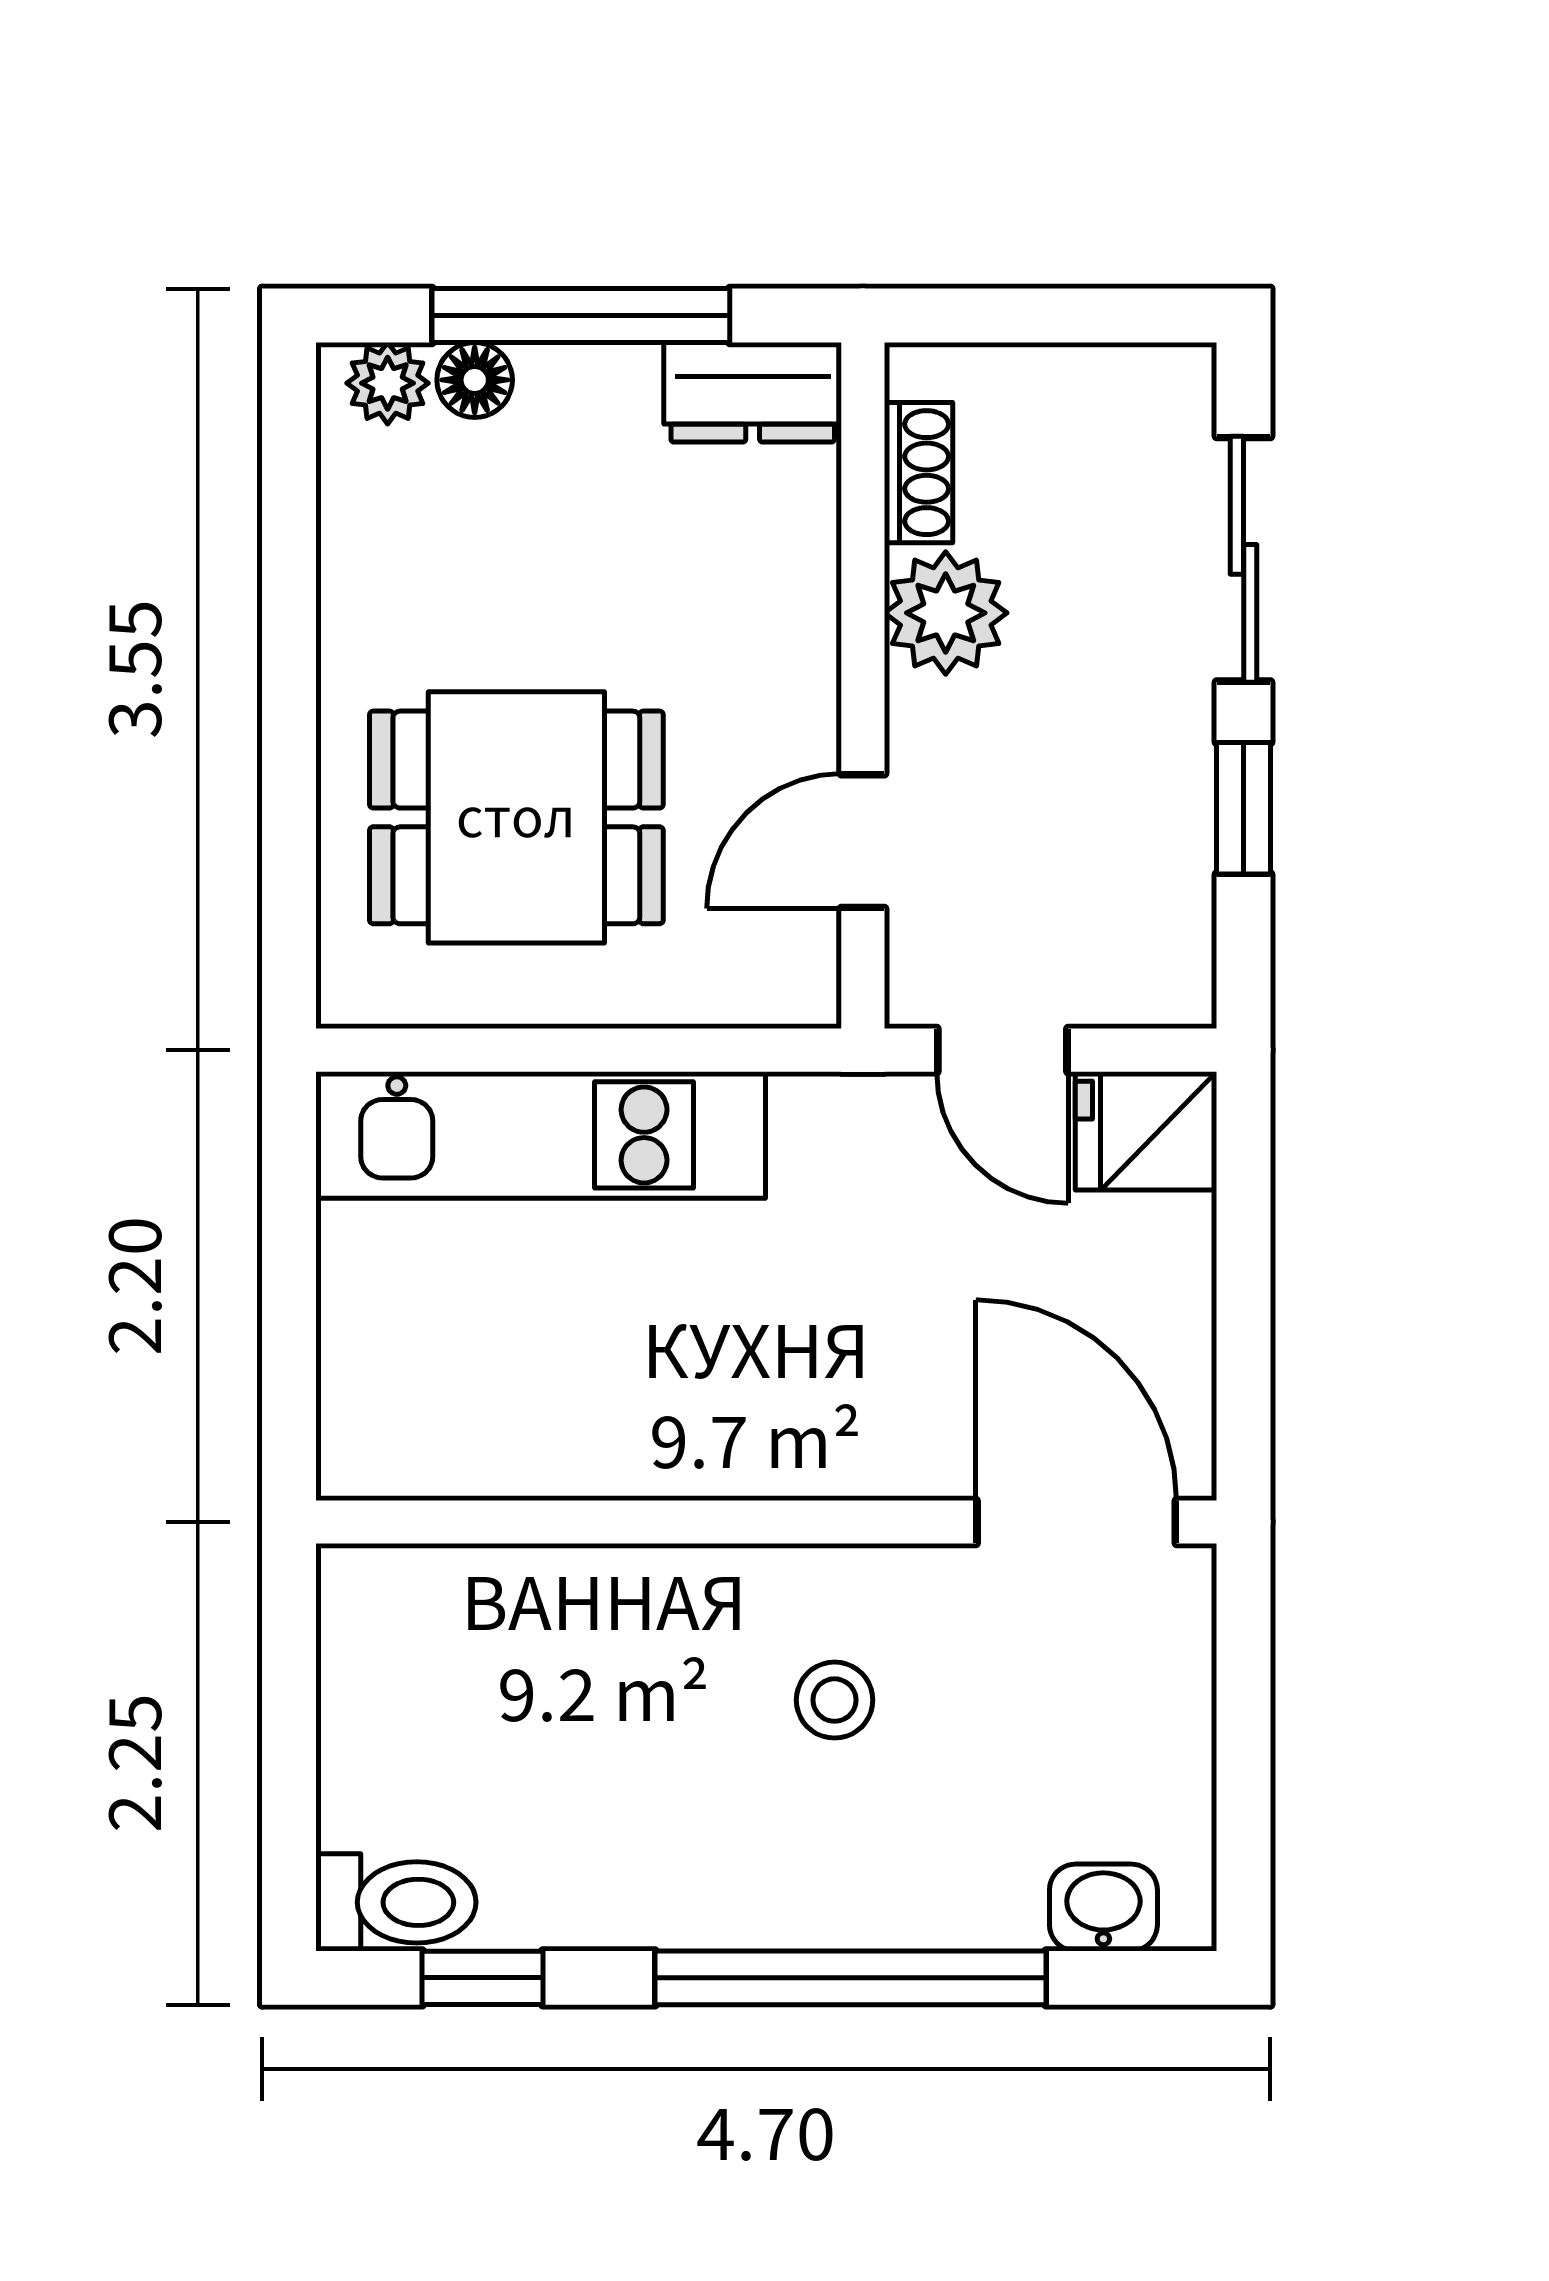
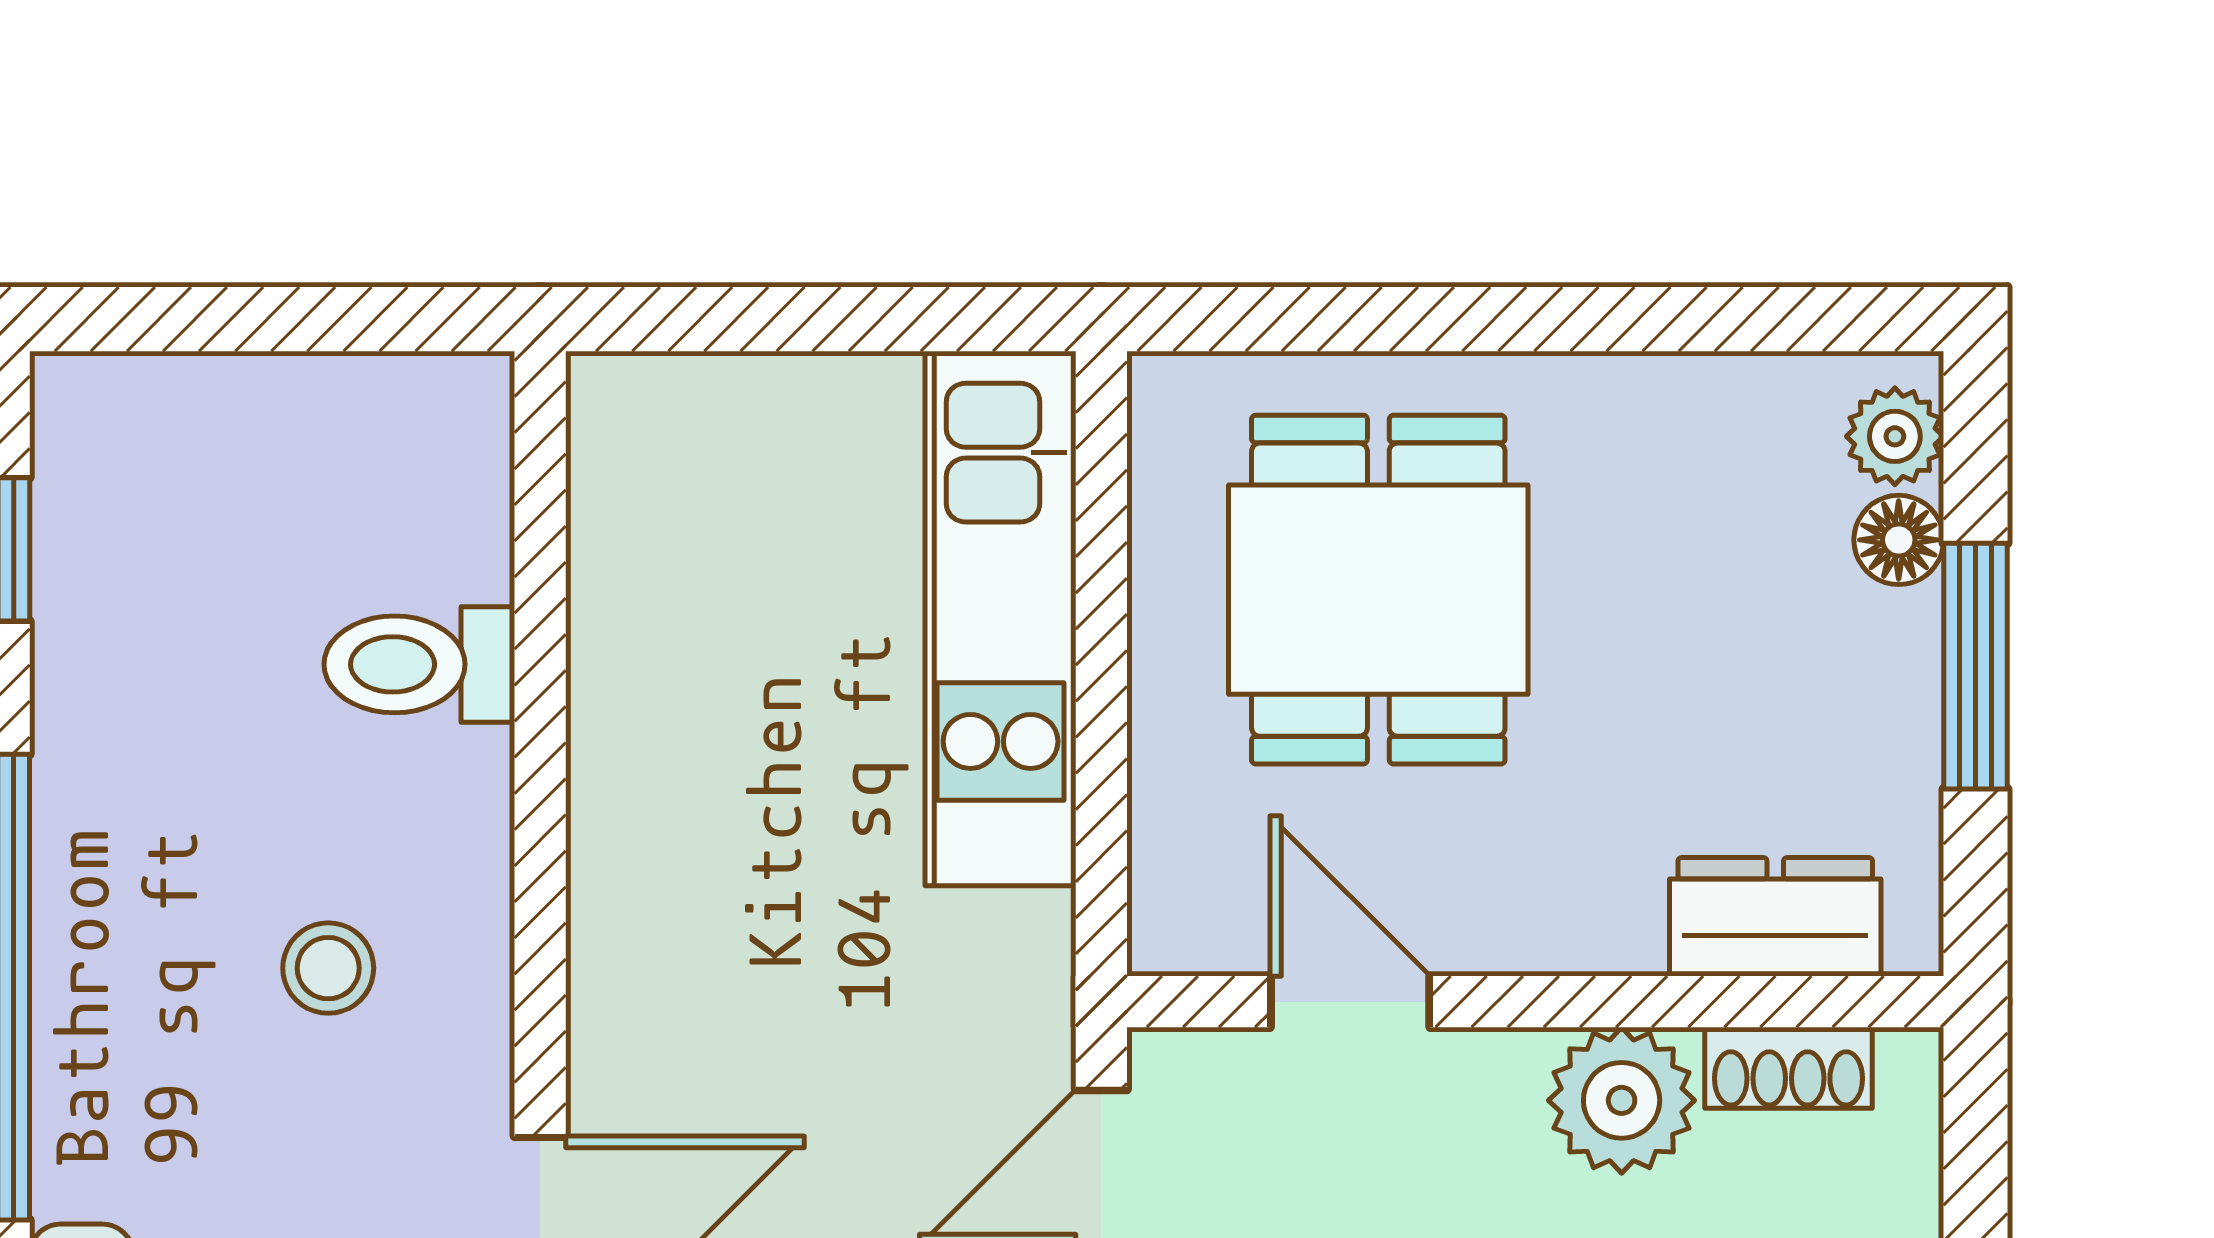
window: (581, 316) -> (1975, 666), width x0.69
dresser: (753, 392) -> (1775, 917), moved, turned 90
toilet: (396, 1902) -> (419, 664), moved, turned 90

